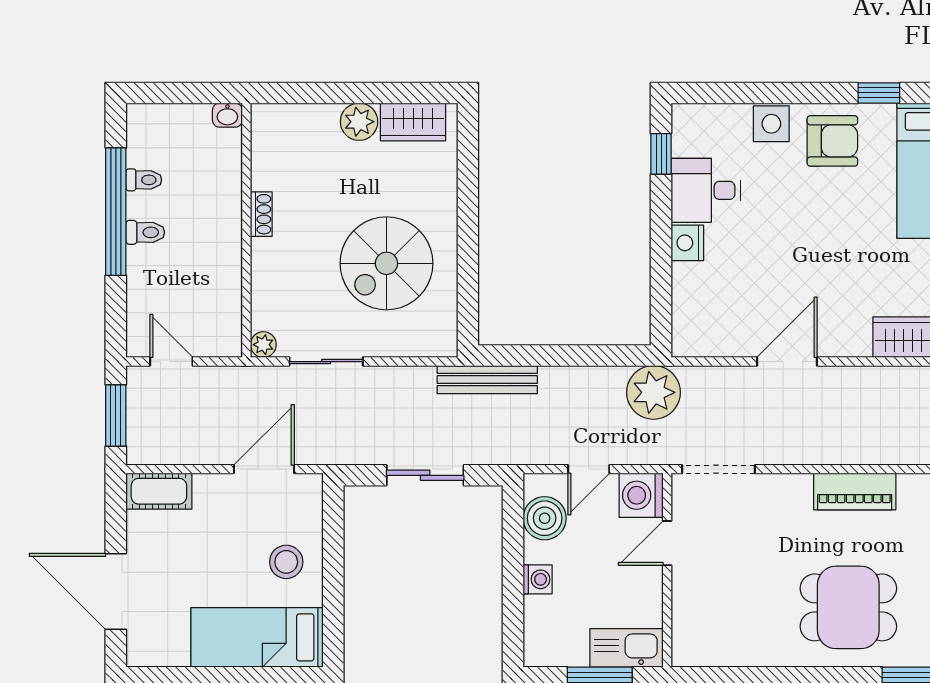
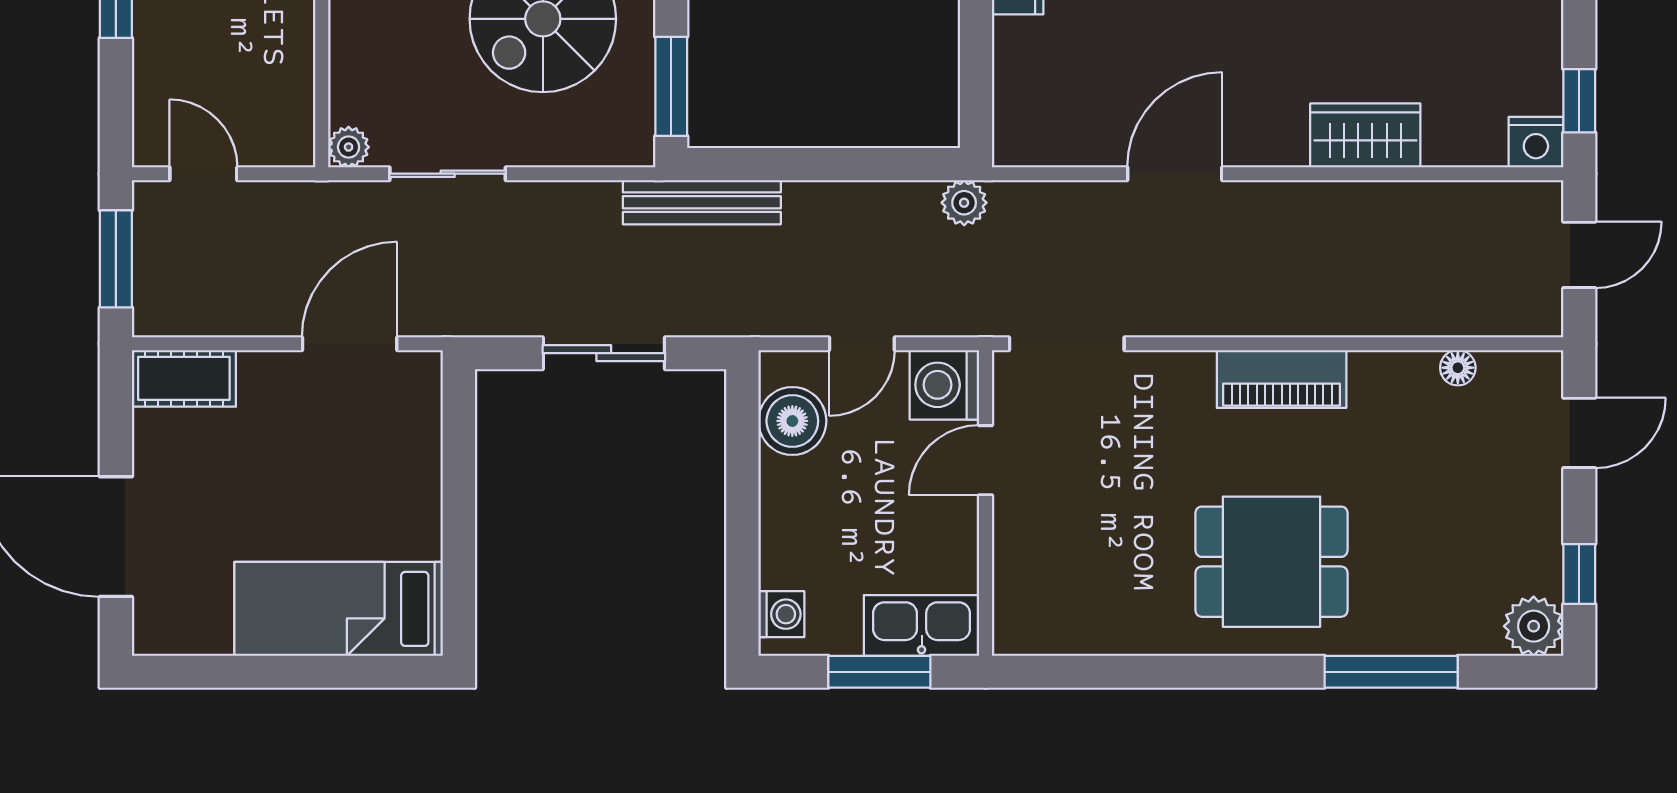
window: (468, 306) -> (671, 86), added
plant: (653, 392) -> (964, 203), width x0.53, depth x0.53
stool: (286, 562) -> (385, 490), removed
washing machine: (538, 579) -> (781, 614), moved

